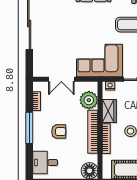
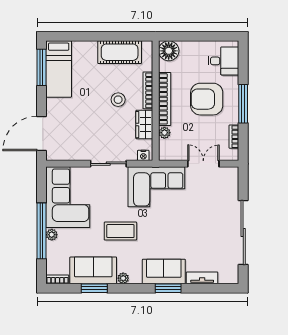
plant: (89, 100) -> (164, 133), width x0.53, depth x0.53
armchair: (59, 132) -> (207, 99), width x1.88, depth x1.88

